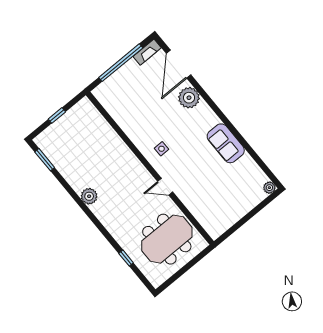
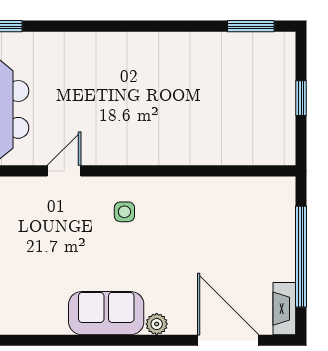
plant: (189, 98) -> (157, 324), width x0.53, depth x0.53
sofa: (226, 143) -> (106, 313), moved
plant: (89, 196) -> (143, 47), removed

